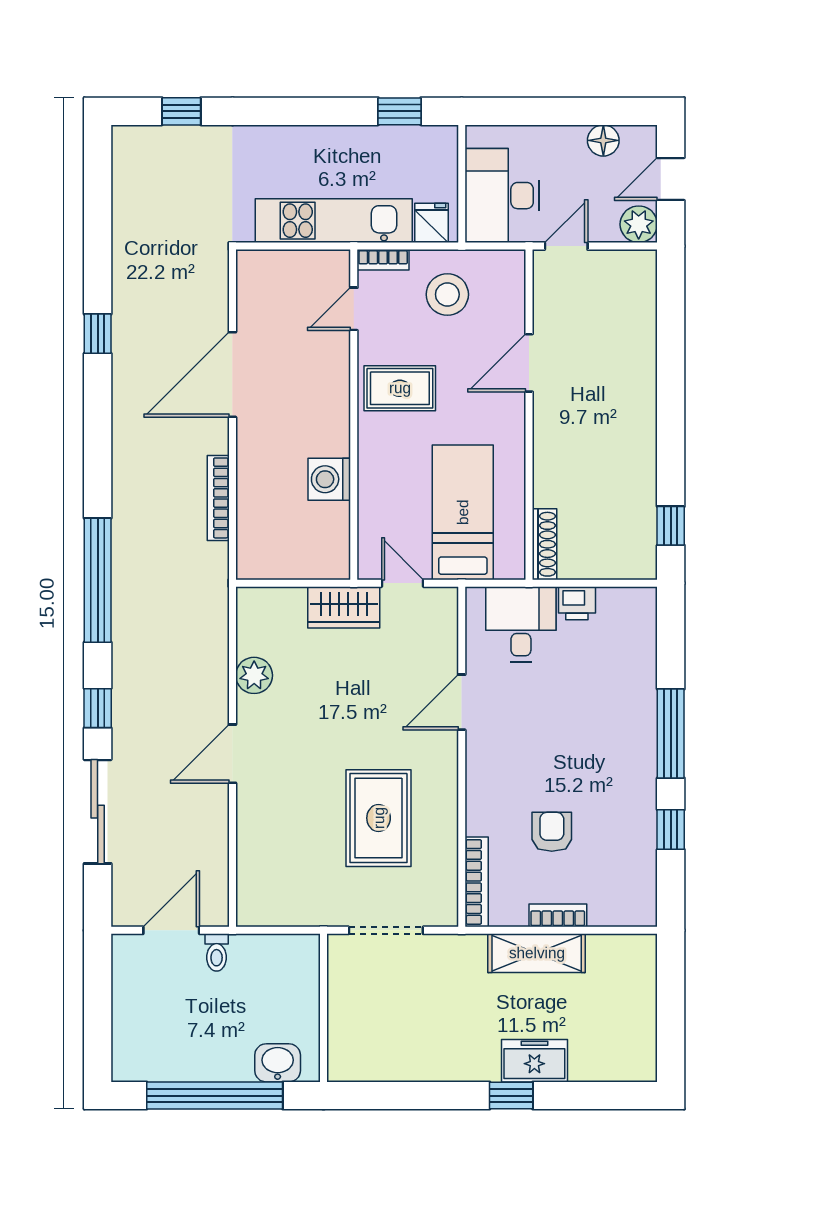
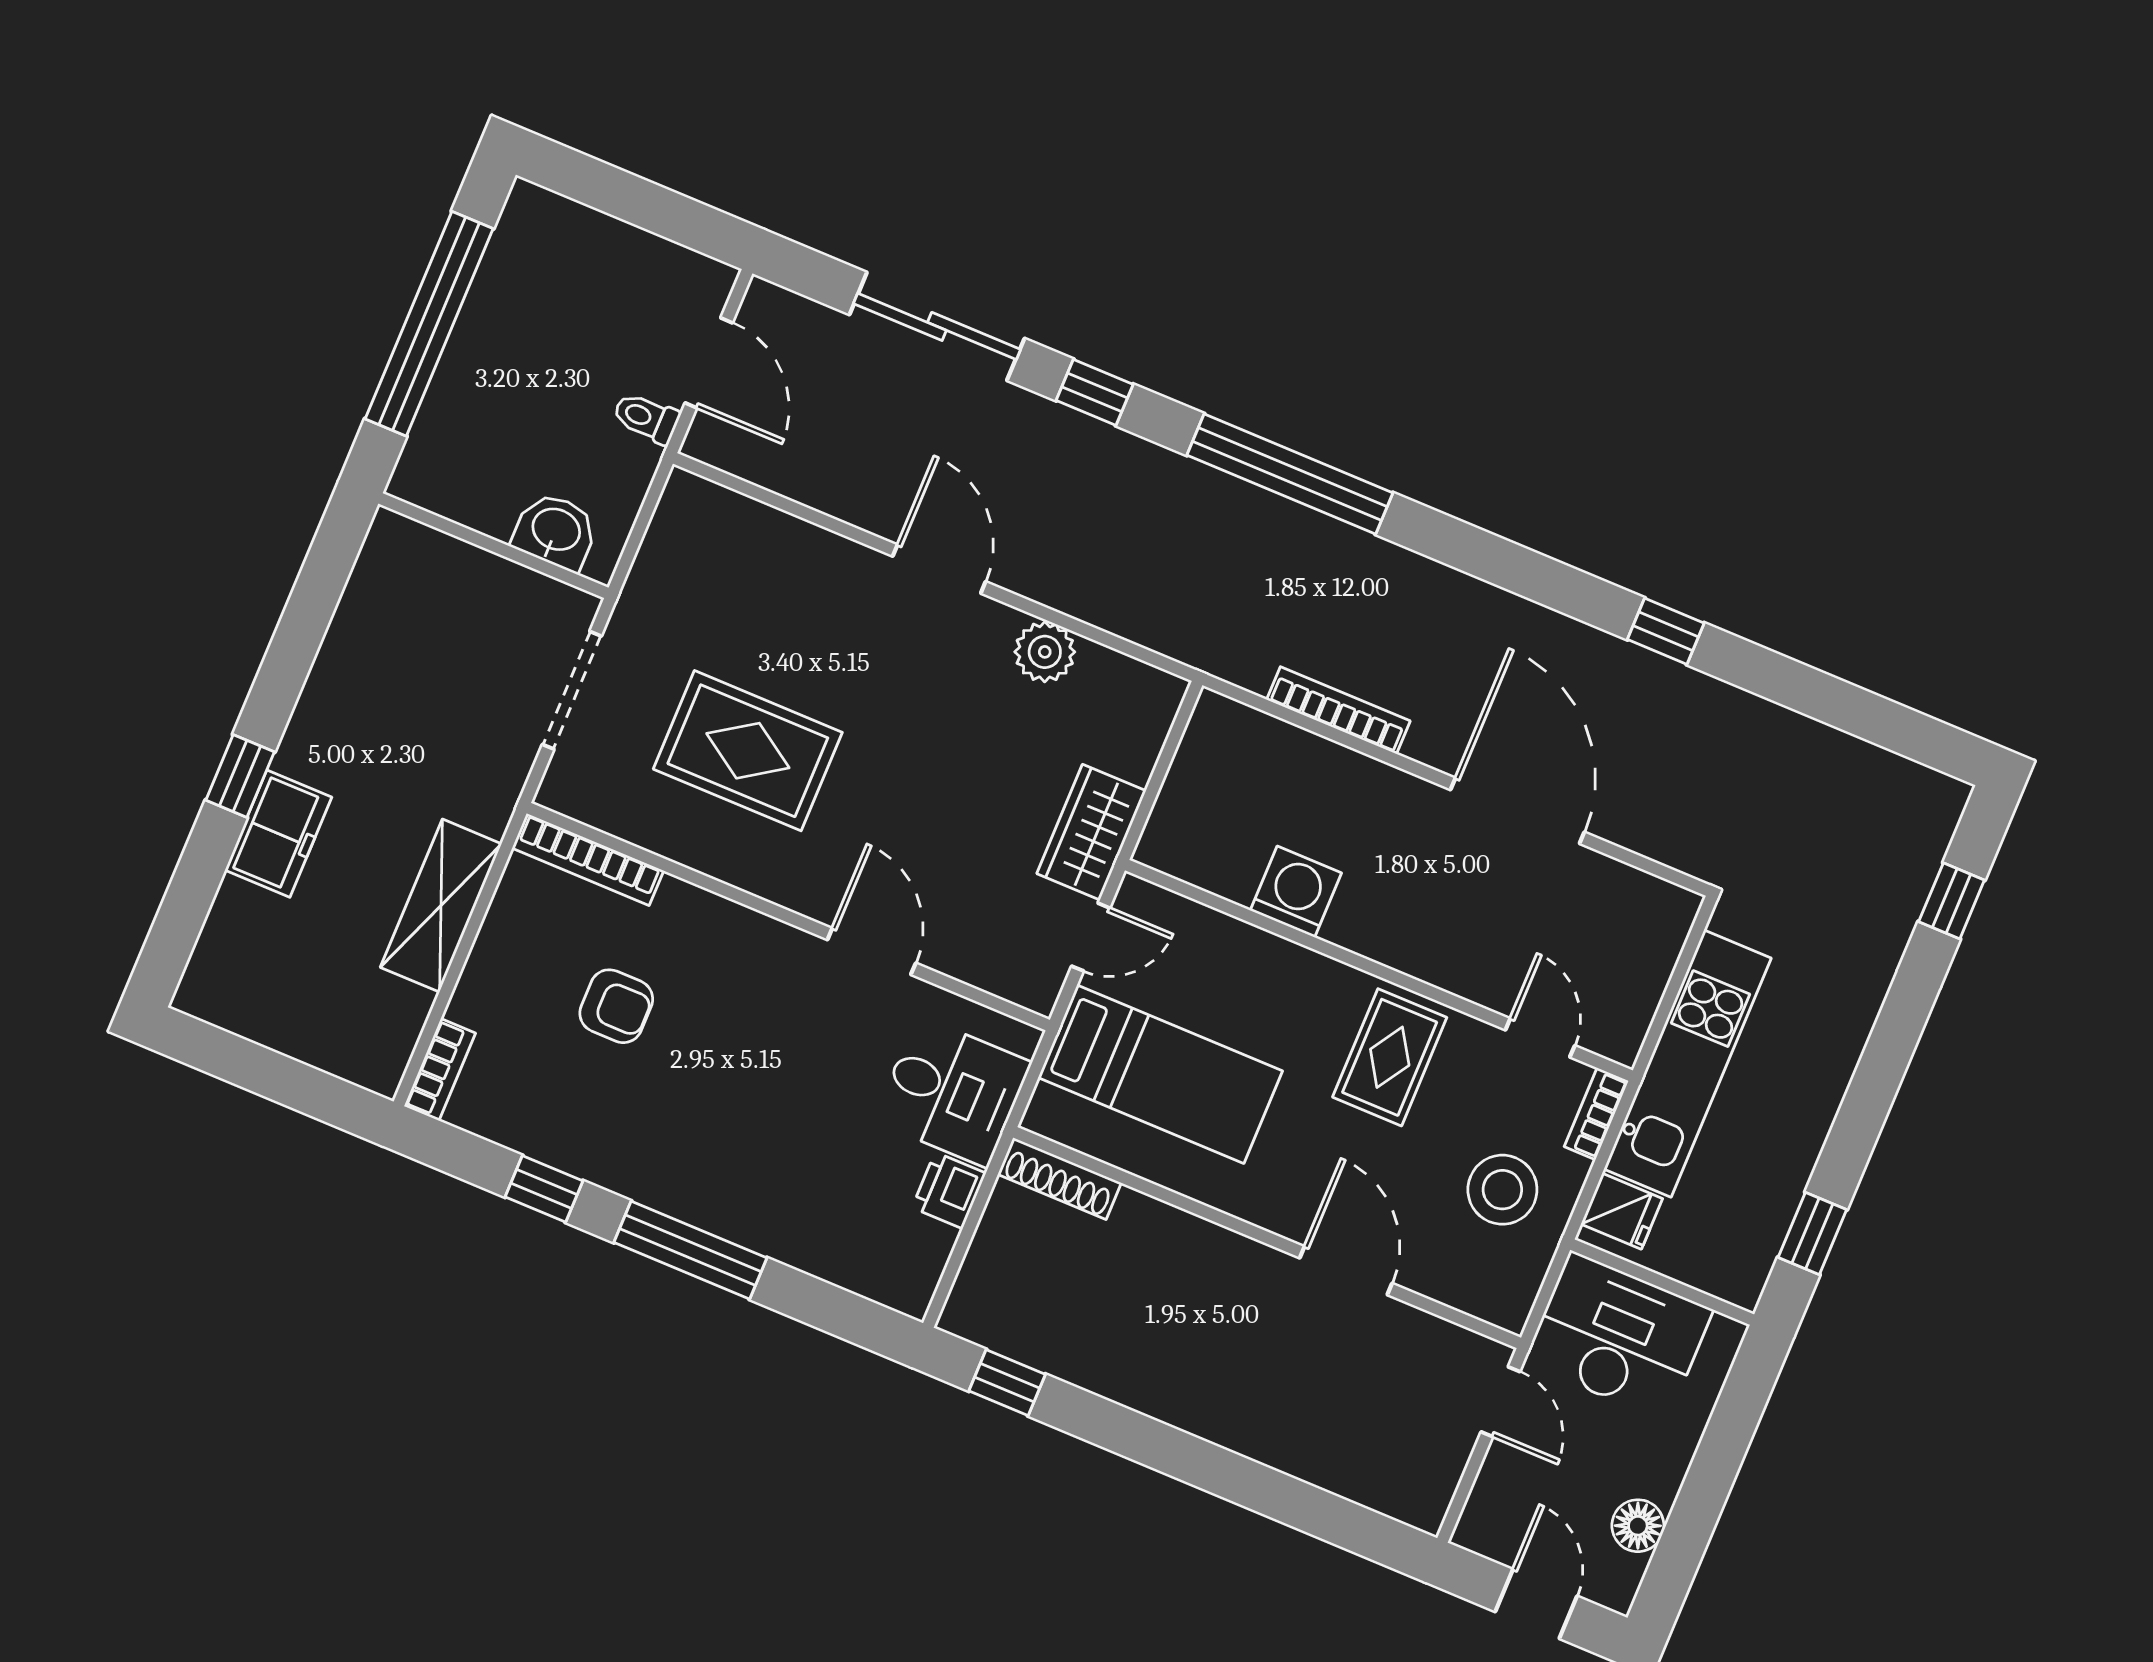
plant: (639, 224) -> (1487, 1526), removed
bookcase: (558, 915) -> (440, 1070), moved
washbasin: (278, 1063) -> (556, 531), moved, turned -90

